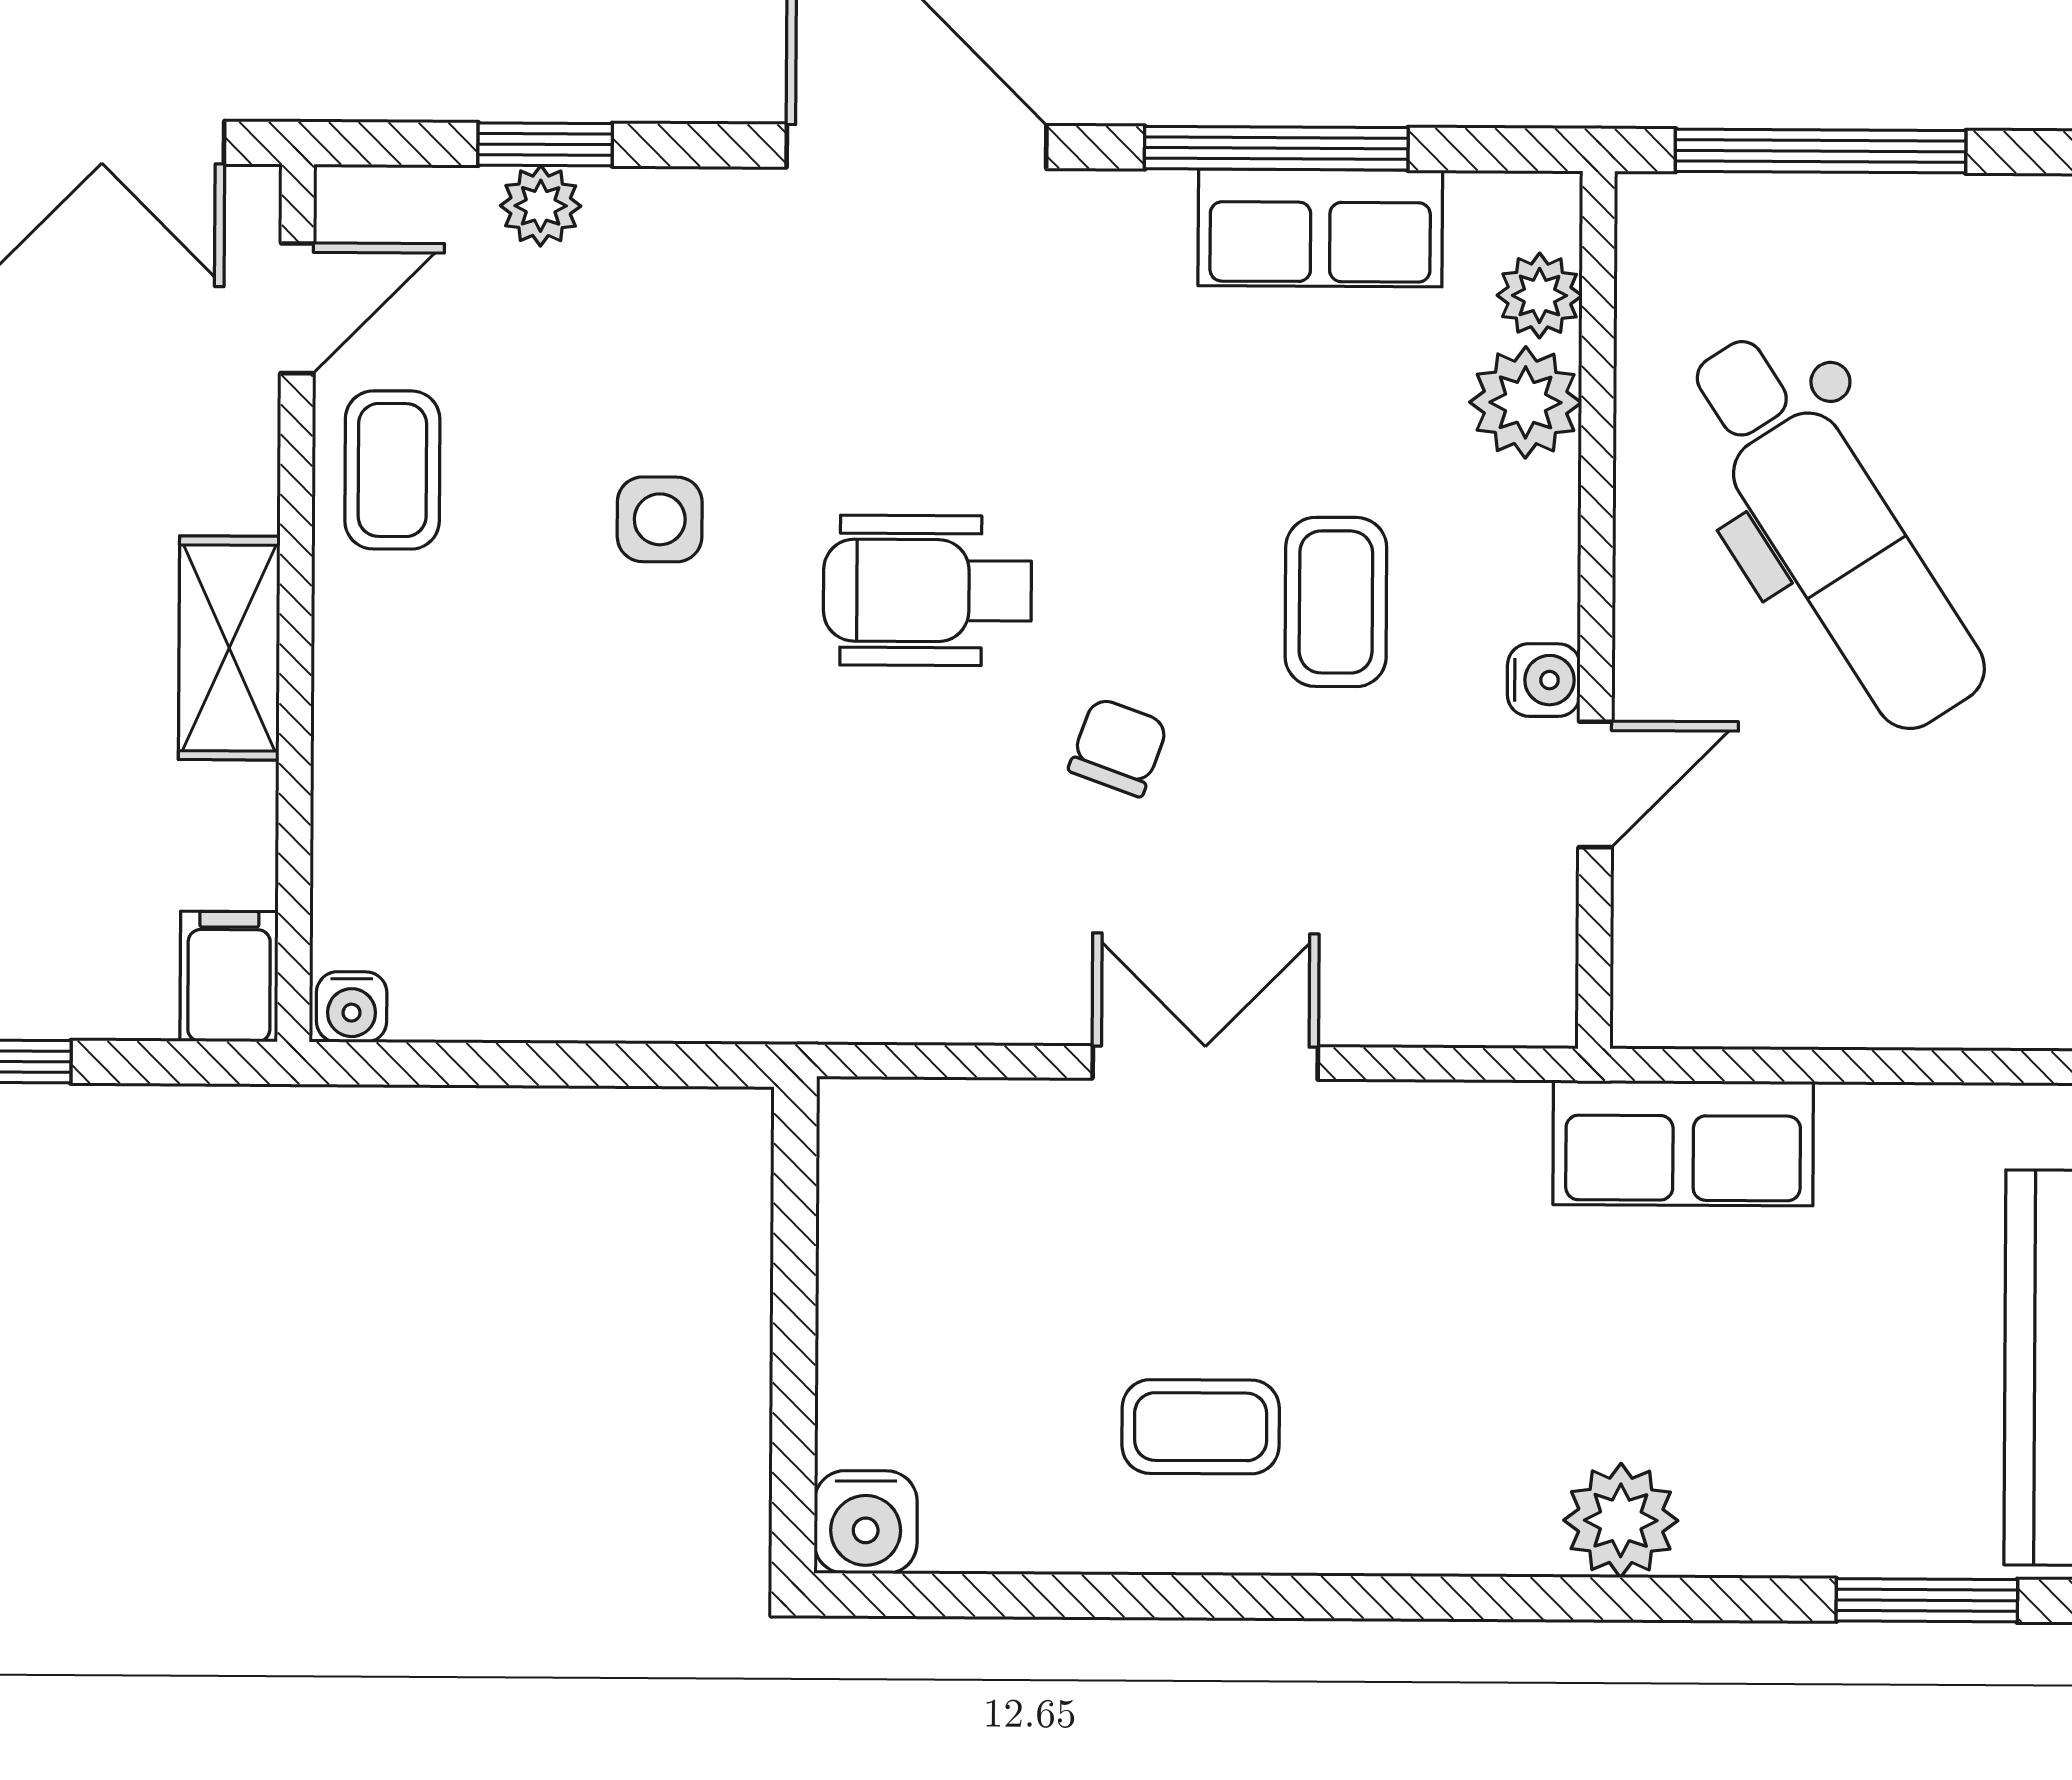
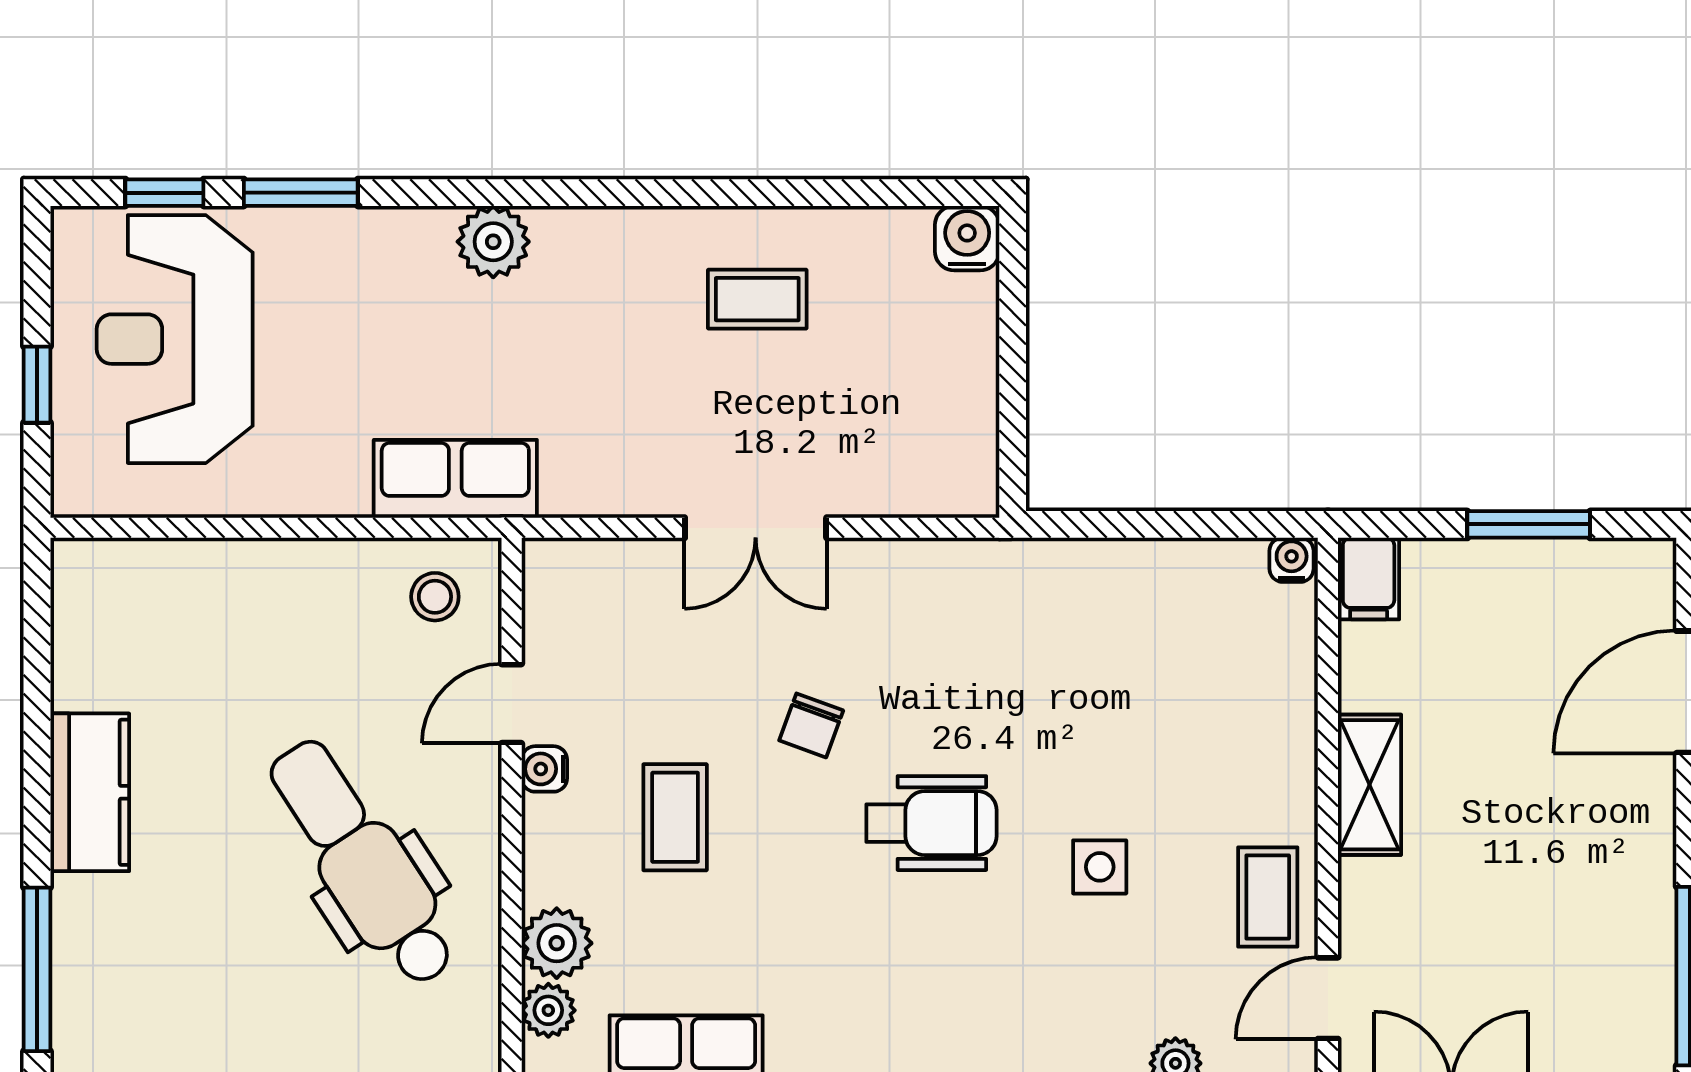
stool: (1717, 955) -> (435, 597), added

